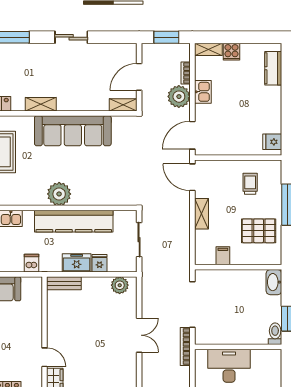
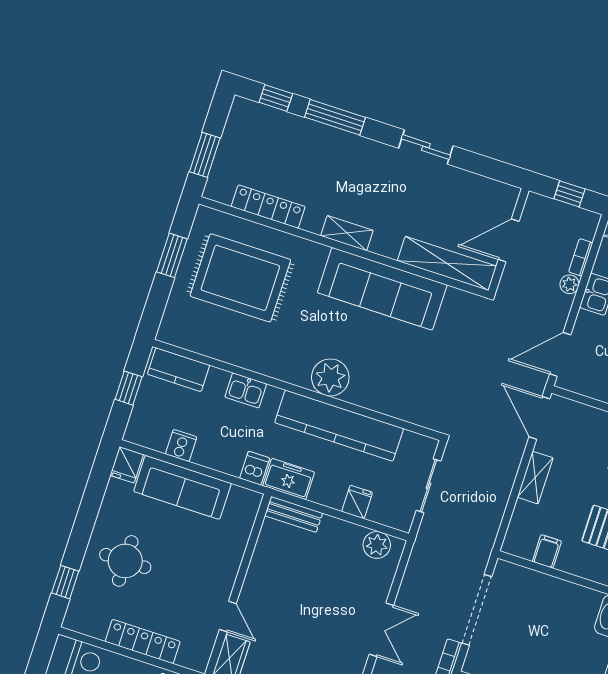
window: (166, 37) -> (569, 194), width x0.67
plant: (179, 97) -> (569, 284), width x0.53, depth x0.53
shelving: (123, 105) -> (447, 263), width x2.20, depth x1.33
freezer: (77, 263) -> (289, 479), moved

